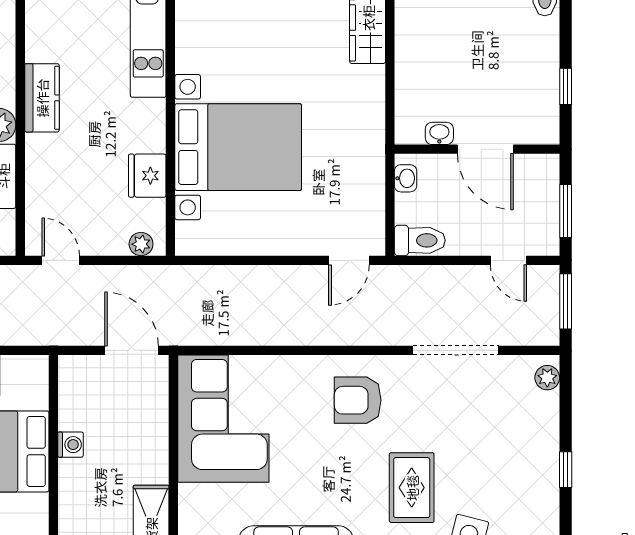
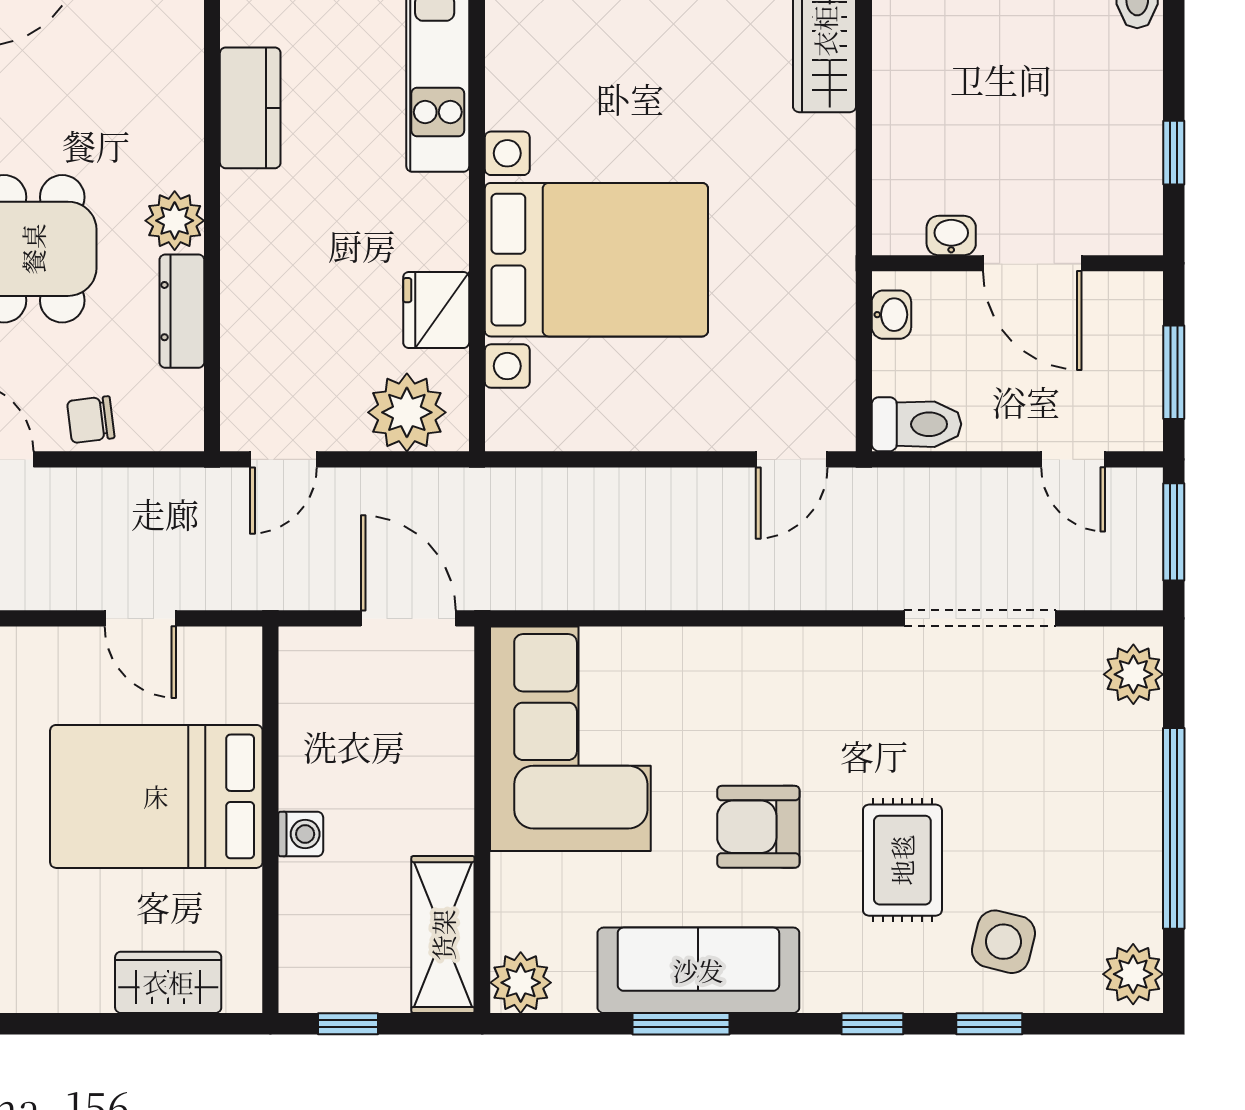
kitchen counter: (42, 98) -> (250, 108), moved
plant: (141, 244) -> (407, 412), width x1.88, depth x1.88
door: (61, 260) -> (283, 459), swing flipped
plant: (547, 378) -> (1133, 674), width x1.38, depth x1.38
armchair: (358, 400) -> (758, 827), moved
washing machine: (70, 445) -> (301, 834), moved
window: (566, 470) -> (1174, 828), width x3.17

